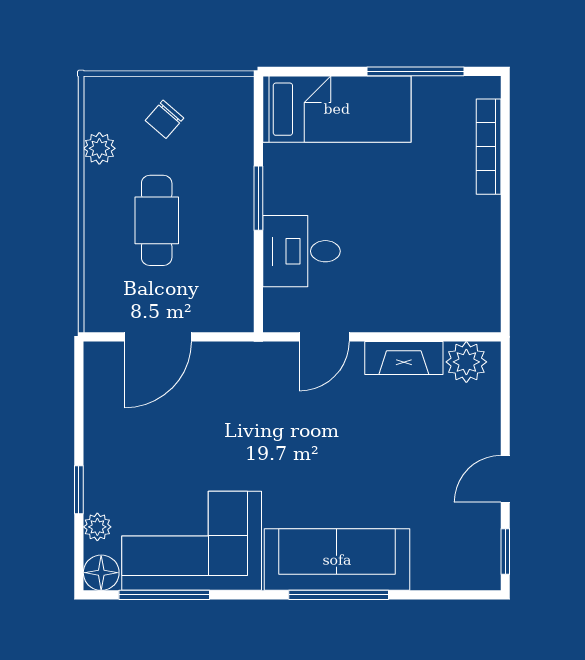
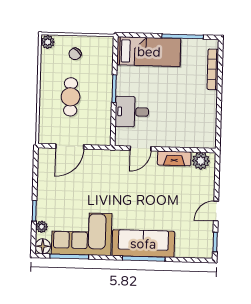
plant: (99, 148) -> (48, 42), moved

